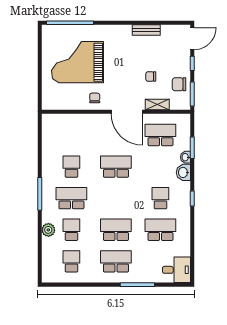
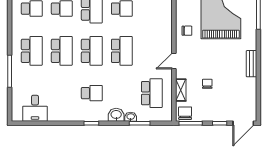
bench: (146, 30) -> (251, 64), moved
door: (192, 39) -> (243, 123), hinge flipped
chair: (179, 84) -> (185, 113), moved
door: (127, 112) -> (174, 61), width x0.53
school desk: (160, 230) -> (92, 51), moved
desk: (176, 270) -> (35, 108), moved

